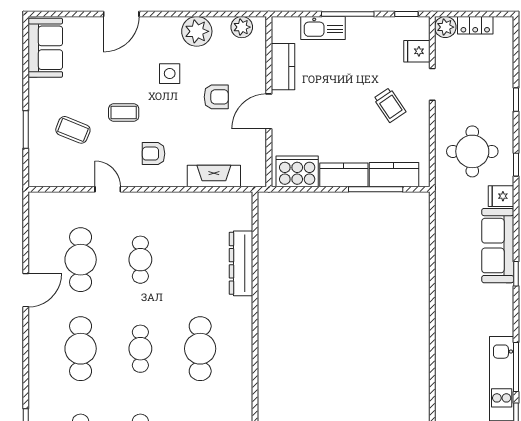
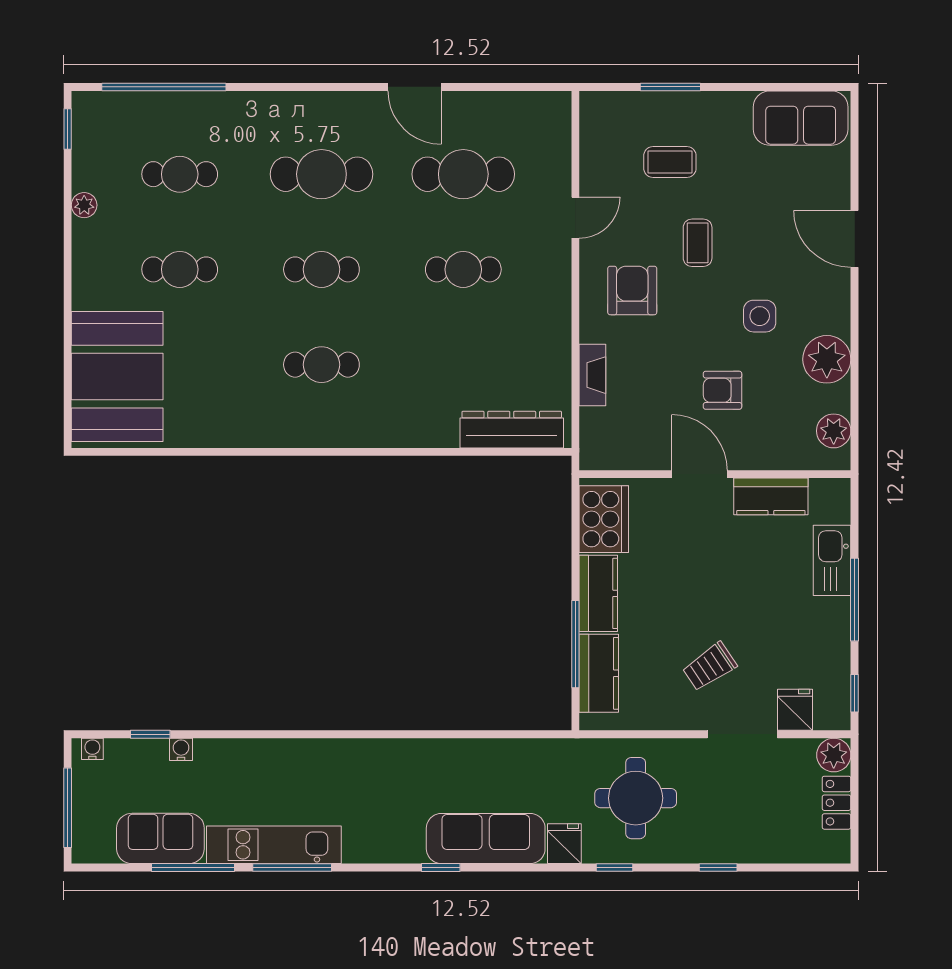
doorway: (432, 84) -> (742, 734), width x1.38
armchair: (216, 97) -> (722, 390), turned 90
coffee table: (73, 130) -> (670, 162), turned 68
armchair: (154, 154) -> (632, 290), width x1.38, depth x1.38
fireplace: (214, 176) -> (592, 375), width x0.73, depth x0.76
dresser: (241, 263) -> (512, 430), moved
cafe table: (200, 349) -> (321, 365), width x0.73, depth x0.74

